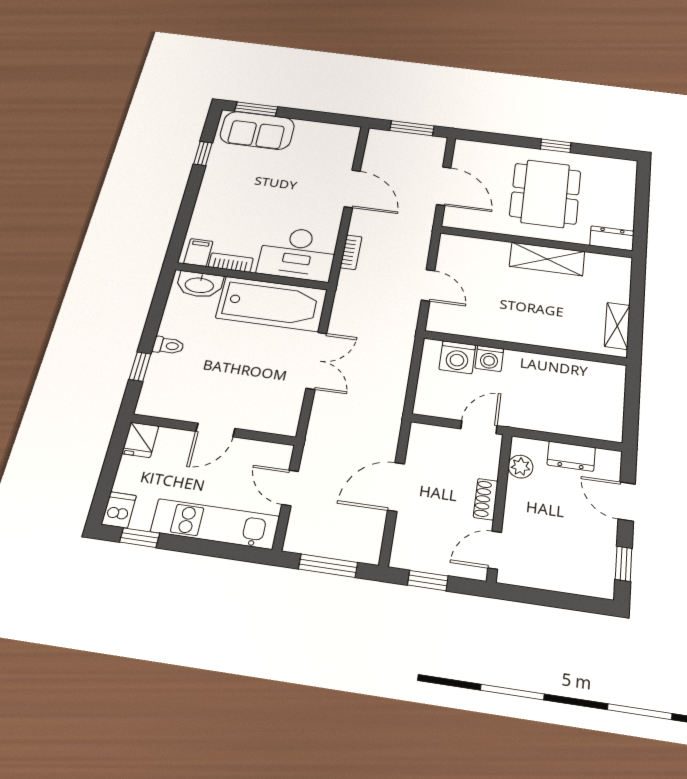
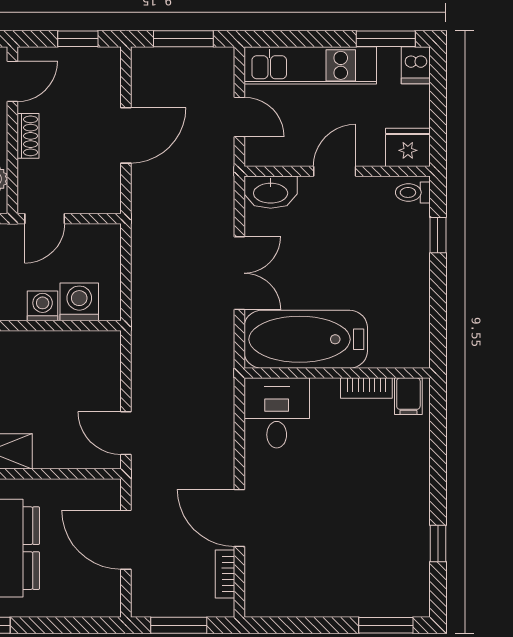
sofa: (257, 130) -> (377, 591), removed
bookcase: (351, 252) -> (225, 574), moved
desk: (298, 254) -> (277, 413), width x0.73
washbasin: (200, 285) -> (271, 192), moved, turned 180
door: (428, 285) -> (126, 433), moved
toilet: (168, 346) -> (413, 192), moved
double door: (316, 361) -> (239, 273), swing flipped
fridge: (140, 440) -> (408, 147), width x1.38
window: (140, 538) -> (386, 39), width x1.50

